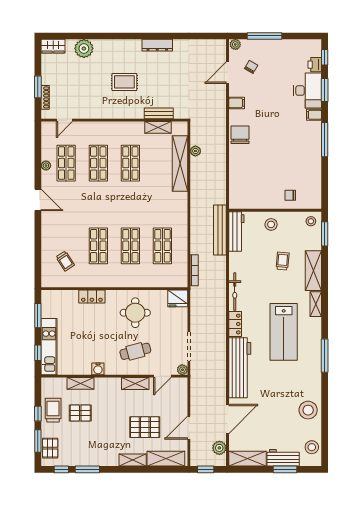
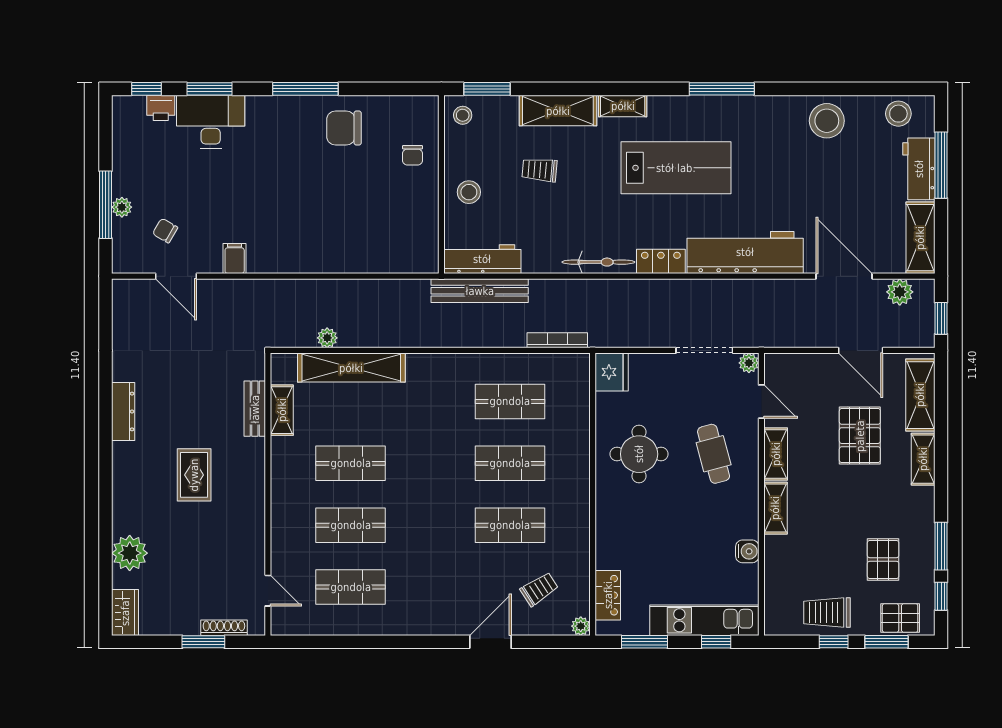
plant: (235, 44) -> (122, 207), moved
filing cabinet: (314, 115) -> (257, 109), removed
chair: (240, 135) -> (344, 128), moved
plant: (46, 165) -> (581, 626), moved
door: (38, 200) -> (490, 642), moved
locker: (92, 296) -> (608, 595), moved
water cooler: (98, 369) -> (747, 551), moved
shelving: (81, 383) -> (775, 508), moved
pallet: (80, 413) -> (883, 559), moved
window: (285, 469) -> (941, 165), width x1.44

